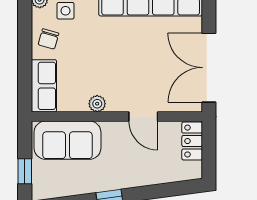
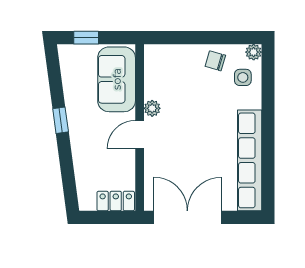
row of seats: (44, 86) -> (170, 56), removed
door: (143, 117) -> (140, 135), moved

